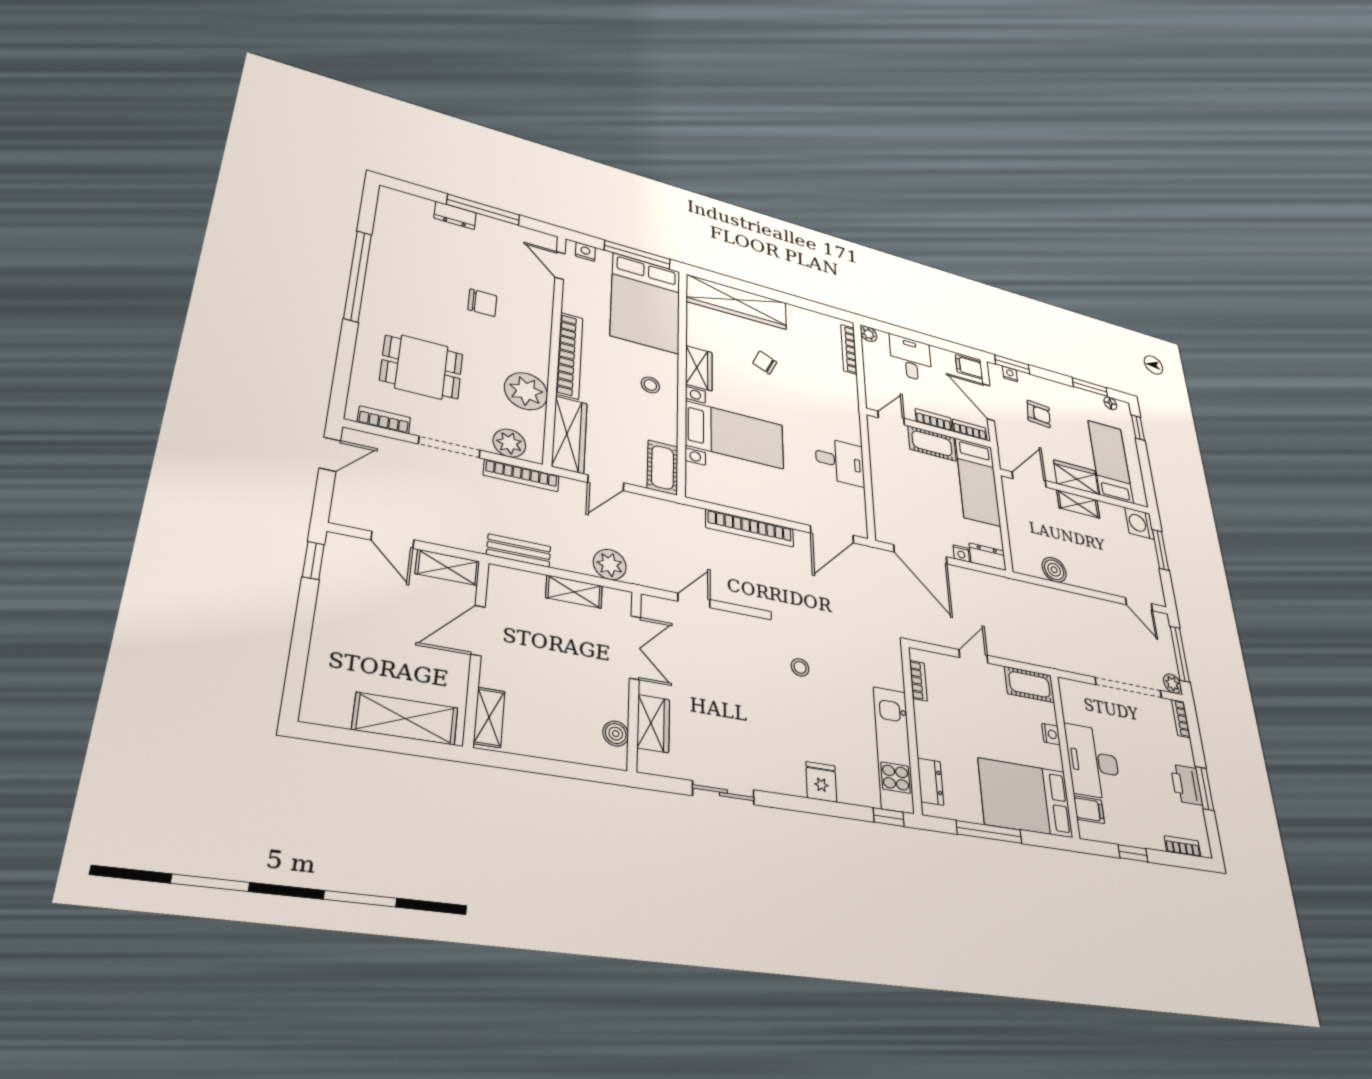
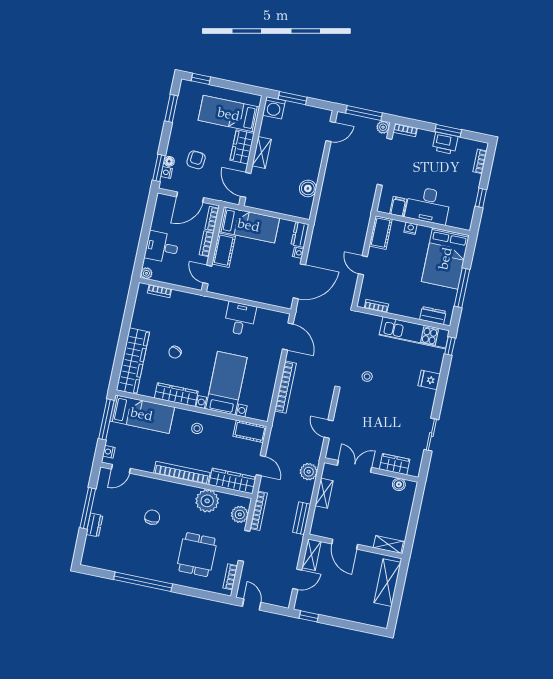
bed: (646, 303) -> (142, 414), width x0.67
bookcase: (849, 349) -> (159, 291), width x0.64
filing cabinet: (969, 367) -> (164, 204), removed
wardrobe: (699, 368) -> (176, 395), width x1.50
floor lamp: (1110, 403) -> (169, 161), moved
filing cabinet: (1089, 810) -> (398, 207), moved

